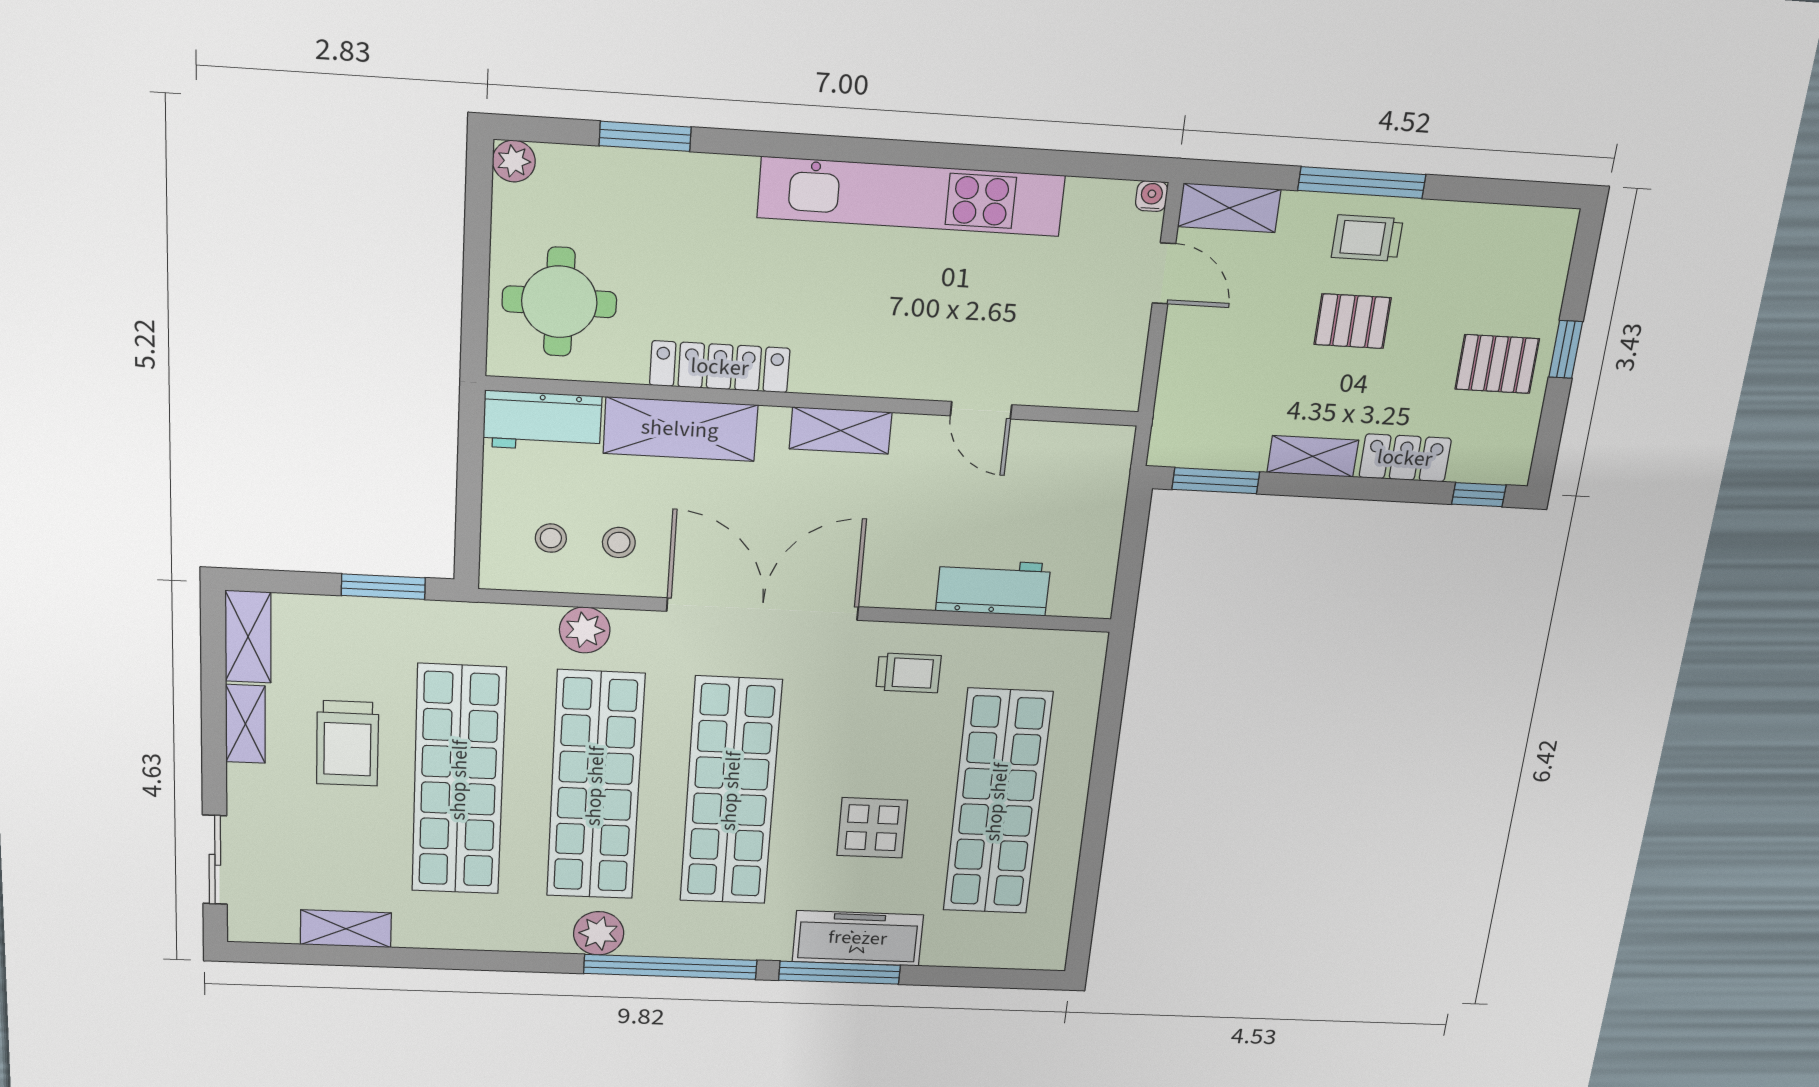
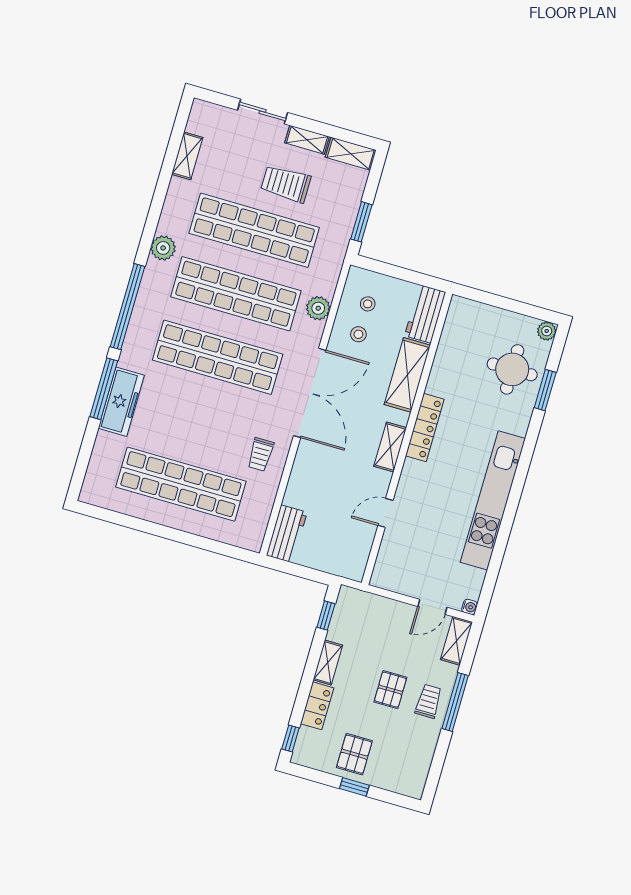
round table: (559, 302) -> (512, 369), moved
locker: (720, 367) -> (425, 428), moved
window: (1216, 481) -> (326, 616), width x0.67
workbench: (993, 587) -> (287, 534), moved
display table: (872, 828) -> (181, 421), removed
sliding door: (215, 860) -> (263, 111), moved
plant: (599, 933) -> (163, 248), moved

